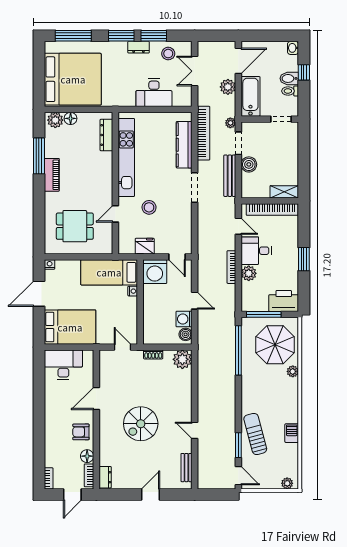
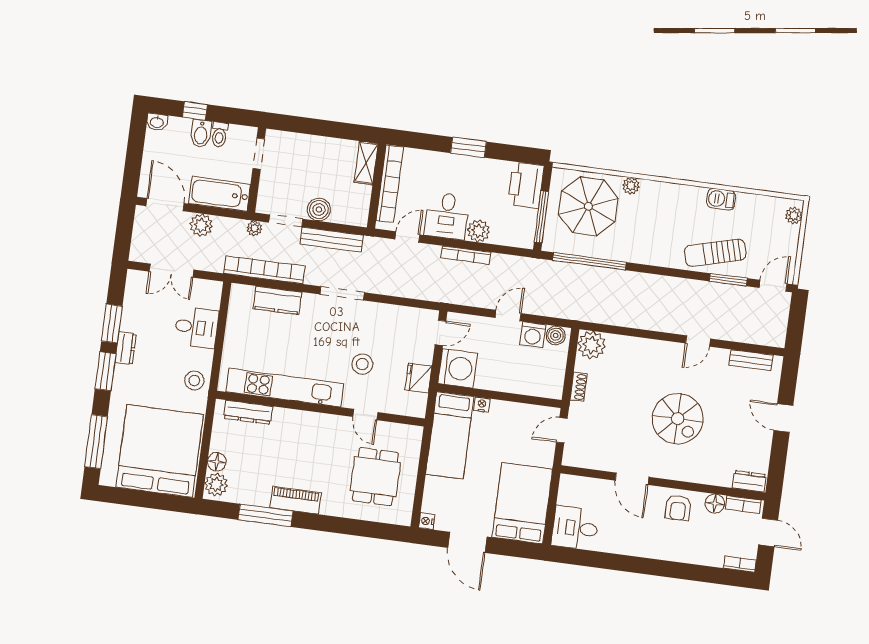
stool: (168, 54) -> (194, 380), moved
desk: (154, 93) -> (196, 327), width x0.73
kitchen counter: (184, 145) -> (277, 300), width x0.67
desk: (63, 365) -> (575, 528), width x0.73

